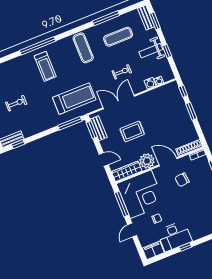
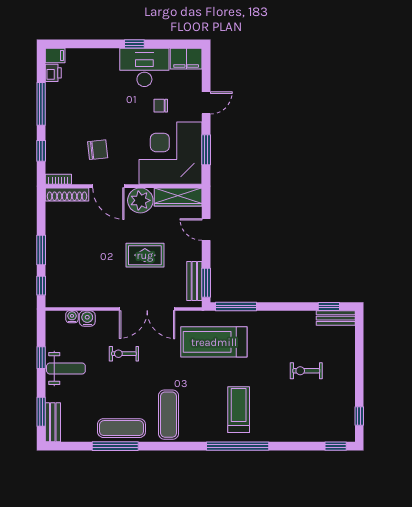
exercise mat: (118, 37) -> (121, 428), moved
window: (122, 204) -> (206, 150), width x0.69

